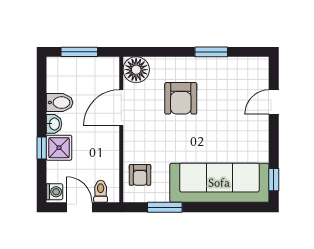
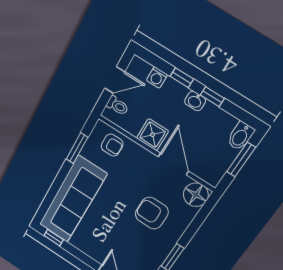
bidet: (60, 103) -> (241, 136), moved
window: (42, 112) -> (212, 97), added
shower: (59, 148) -> (153, 135), moved
armchair: (140, 175) -> (112, 145), turned 180
washing machine: (54, 192) -> (157, 78), moved

